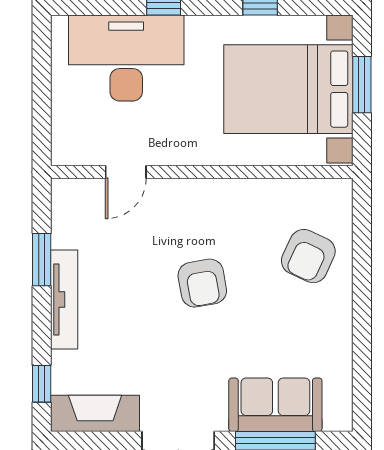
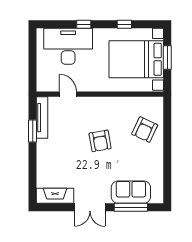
door: (126, 172) -> (68, 94), swing flipped
tv unit: (64, 300) -> (42, 118), moved
window: (42, 384) -> (33, 183), removed

